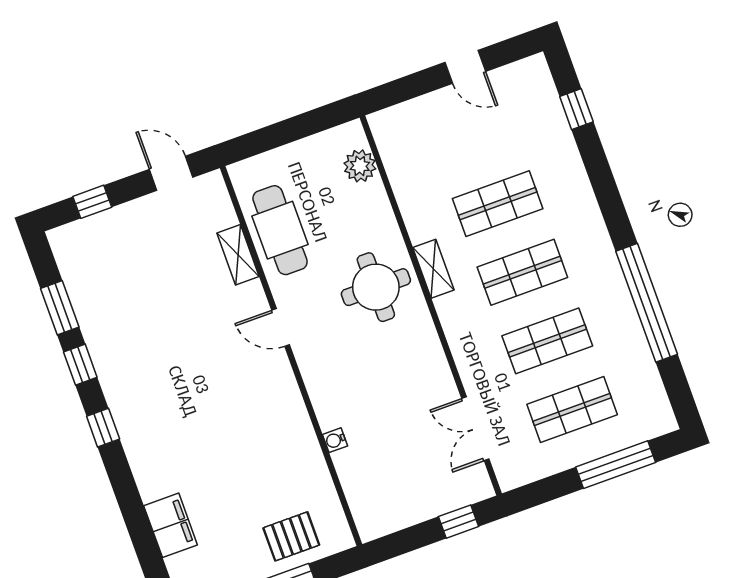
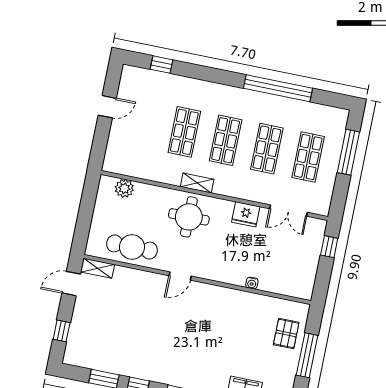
shelving: (238, 255) -> (98, 268), moved
fridge: (431, 369) -> (246, 214), added

